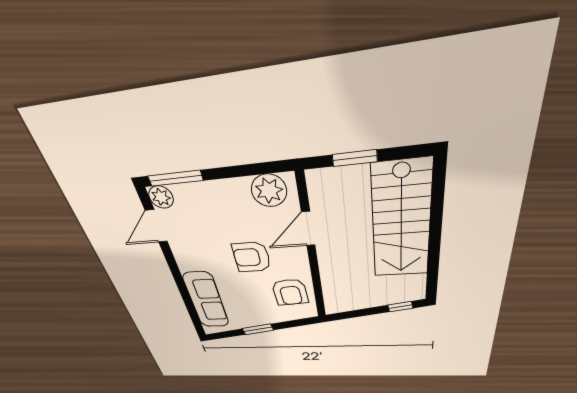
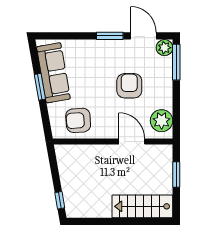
stairs: (401, 222) -> (142, 206), width x0.73, depth x0.66
armchair: (252, 257) -> (129, 86), moved
window: (173, 265) -> (110, 36), added
sofa: (206, 300) -> (53, 73), moved, turned -100

